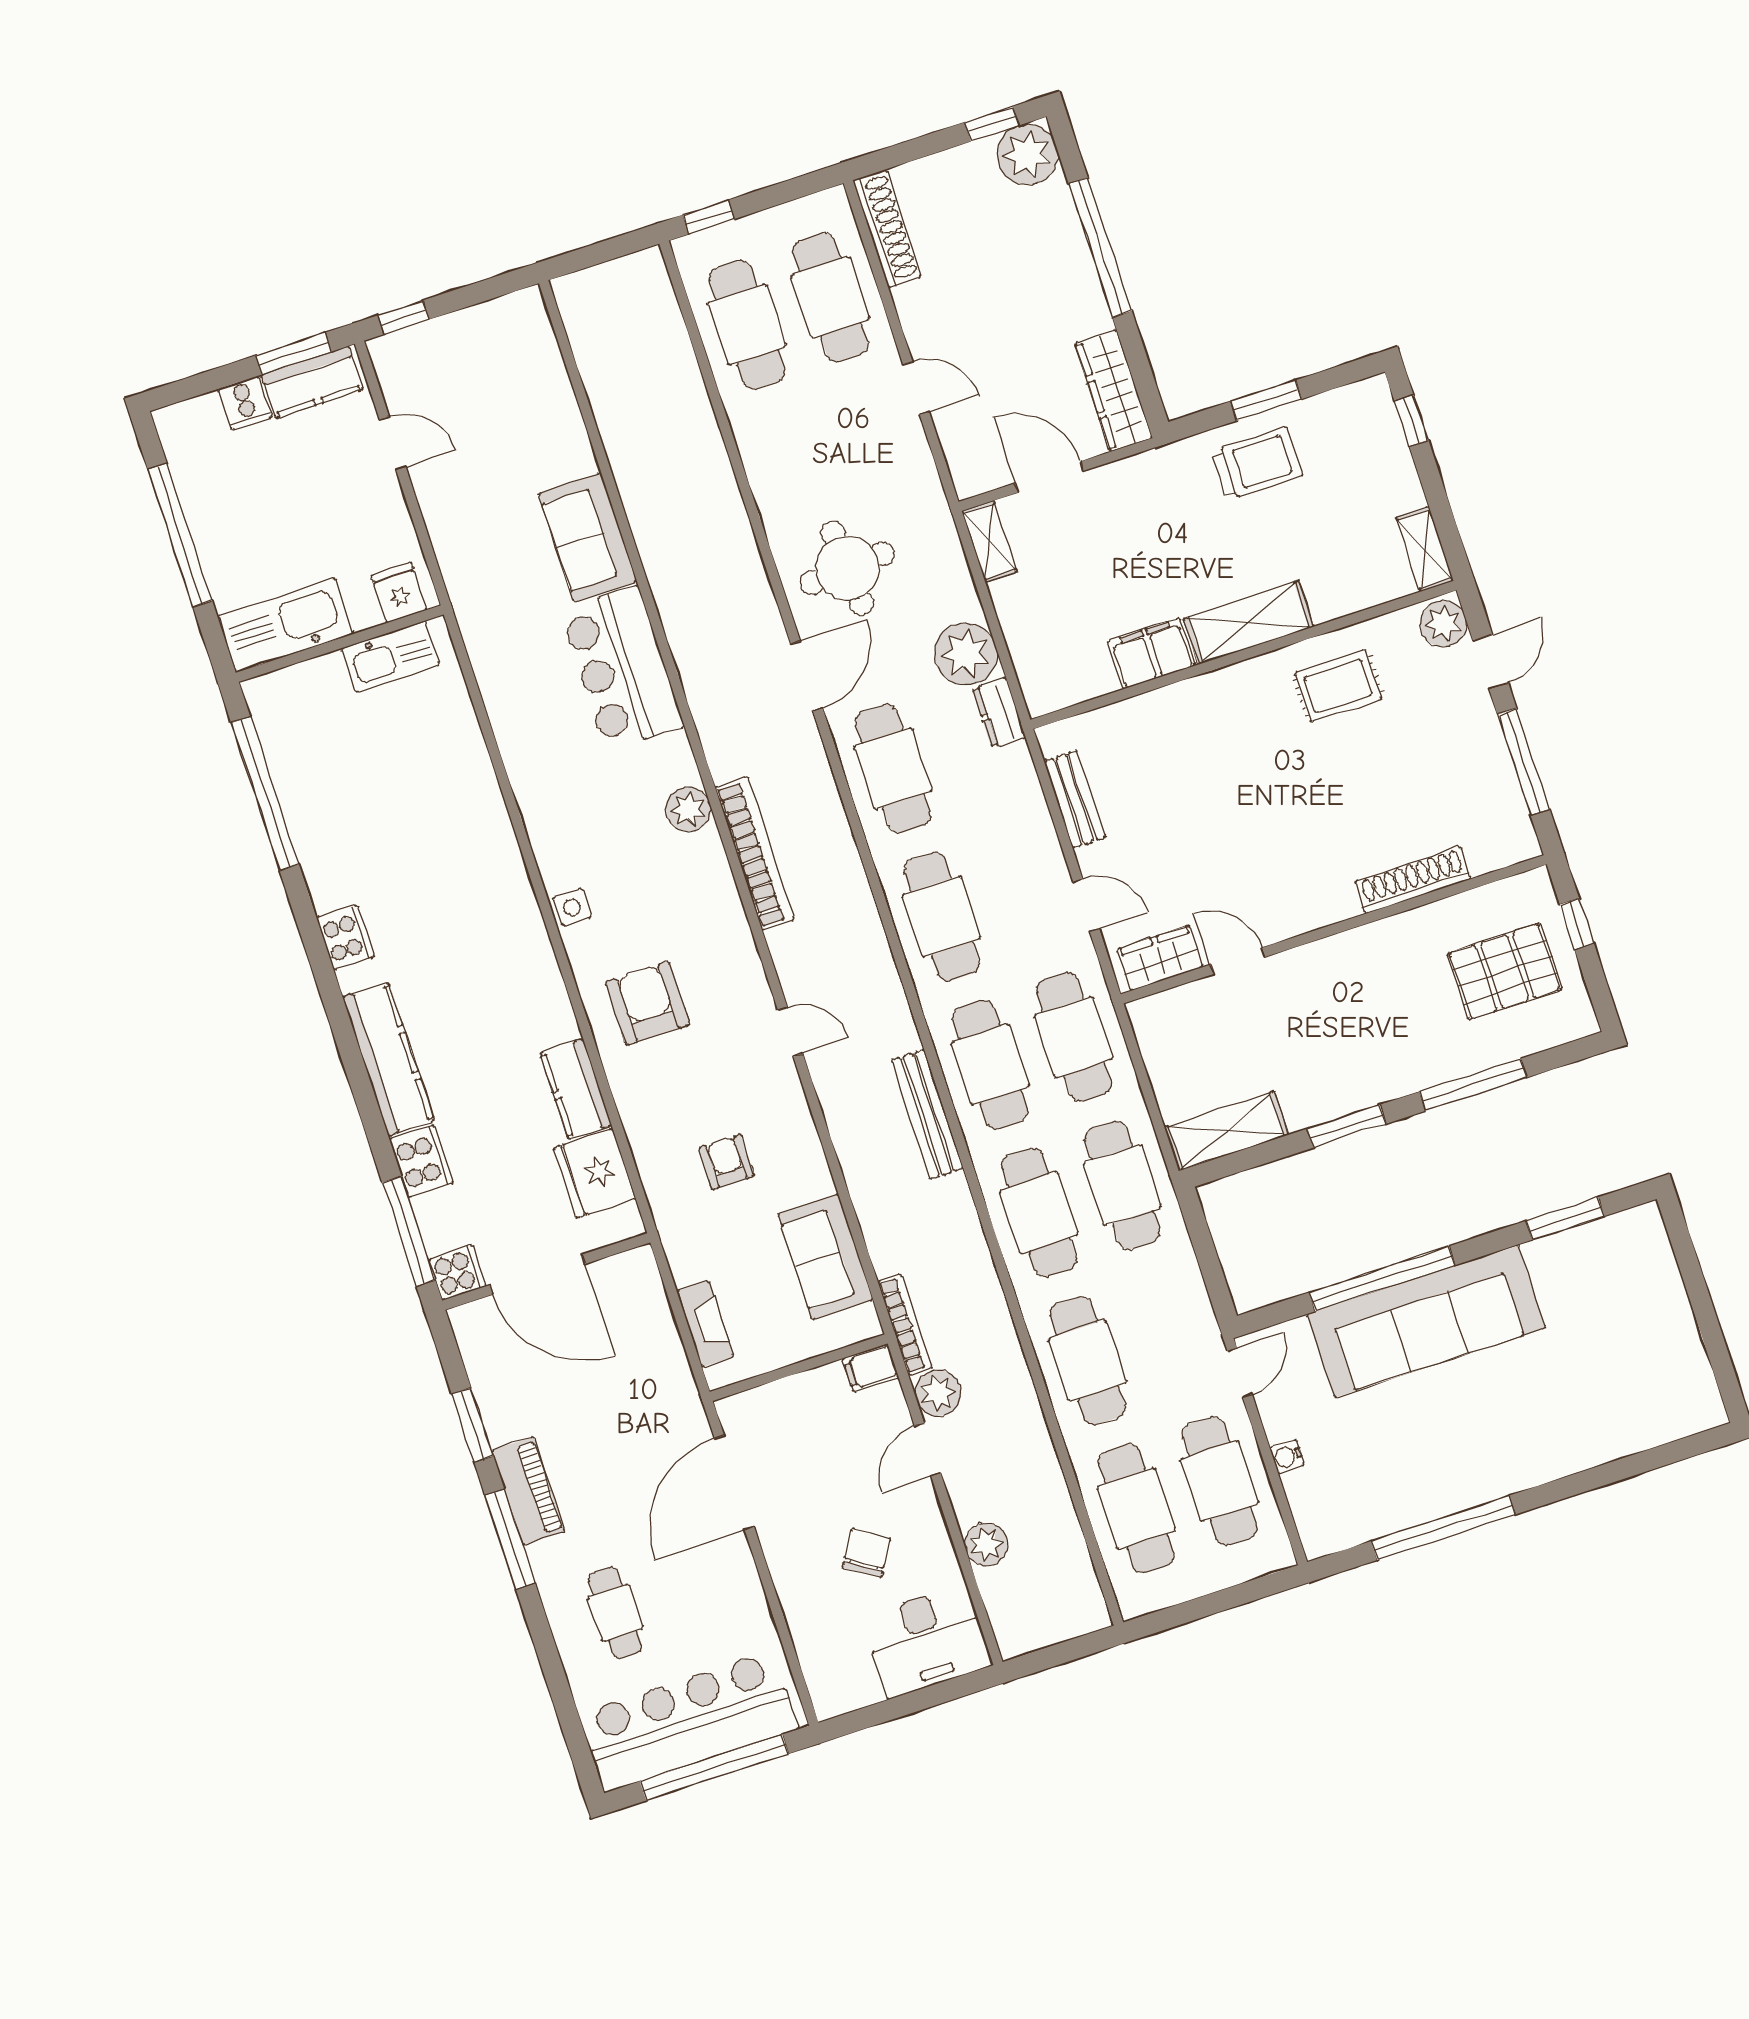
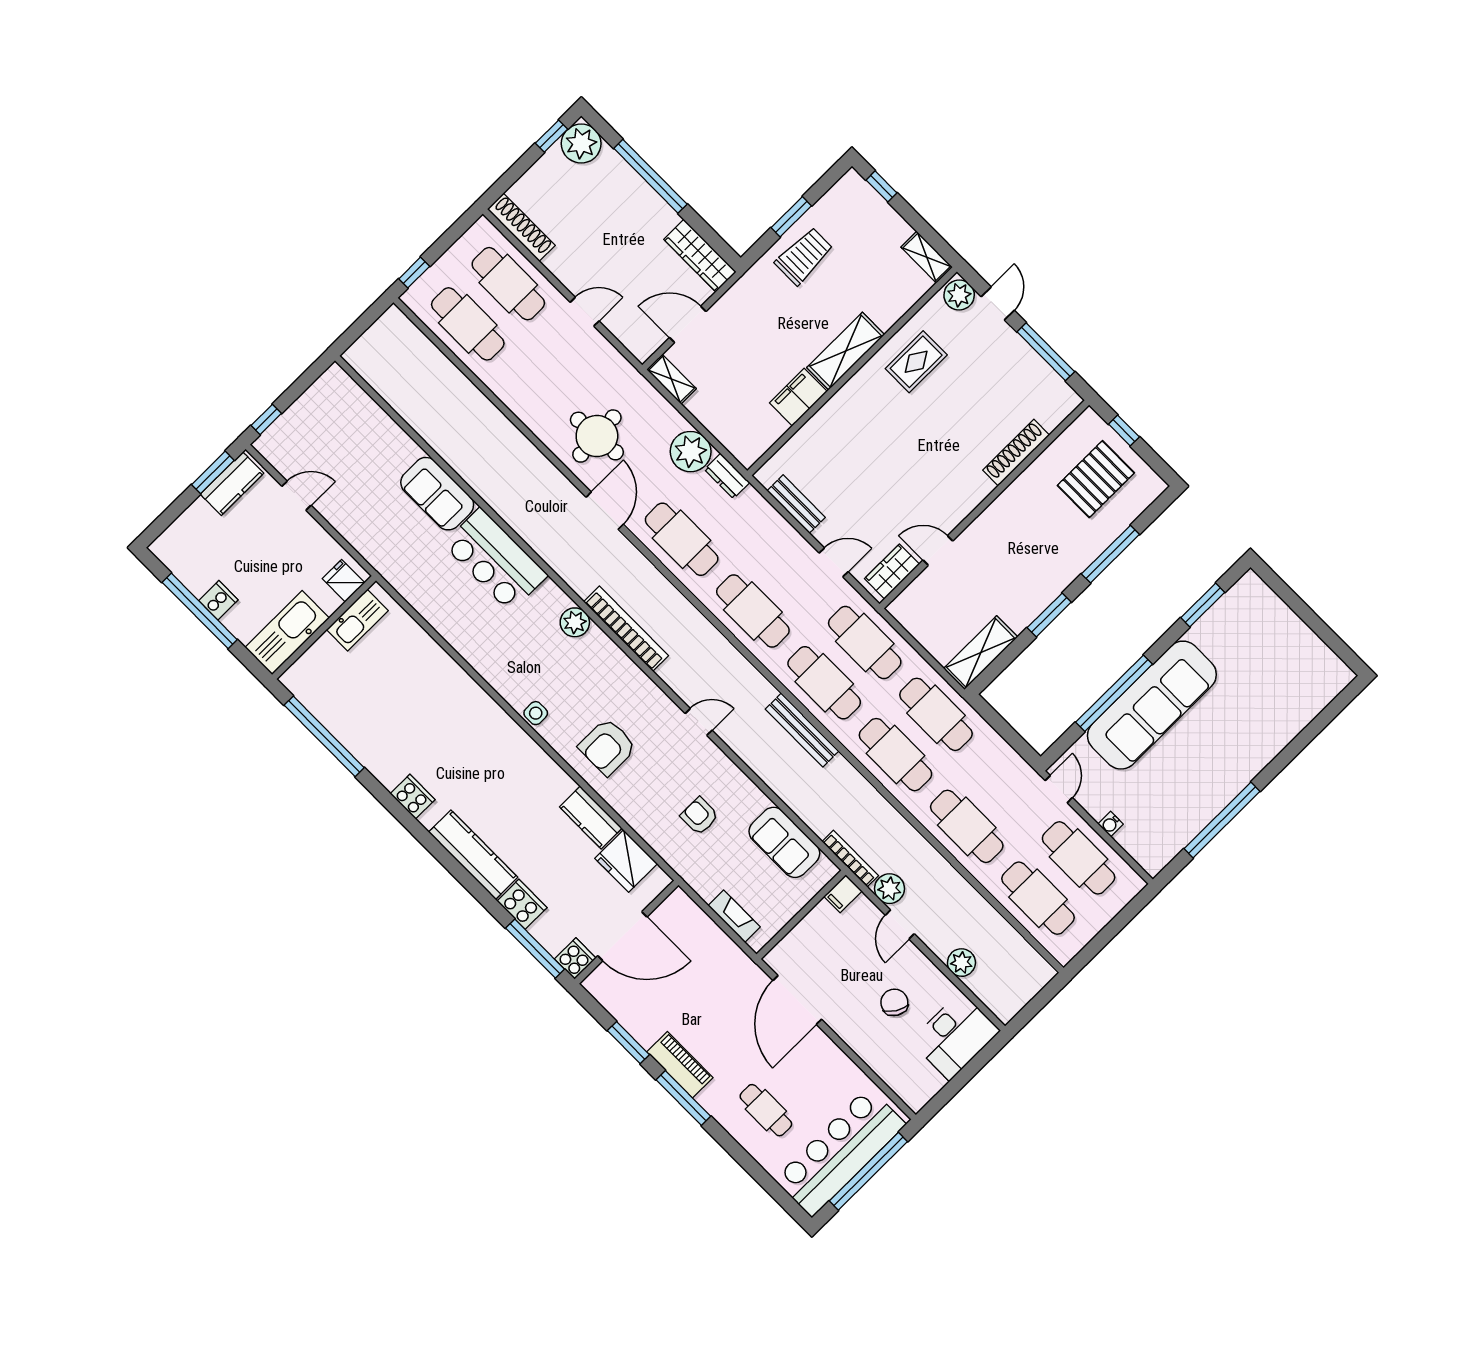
cooker: (245, 403) -> (218, 600), moved, turned -90
armchair: (648, 1003) -> (607, 747), turned -90

